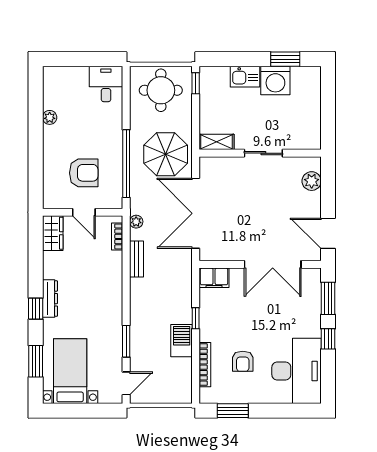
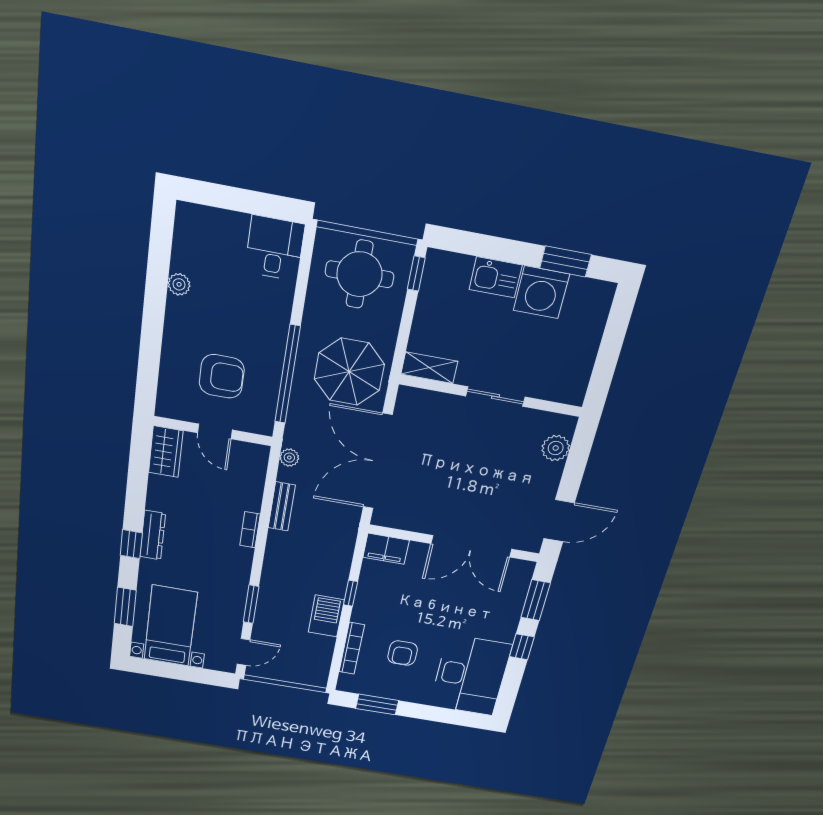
door: (328, 233) -> (559, 521), swing flipped
bookcase: (117, 236) -> (250, 530), moved

